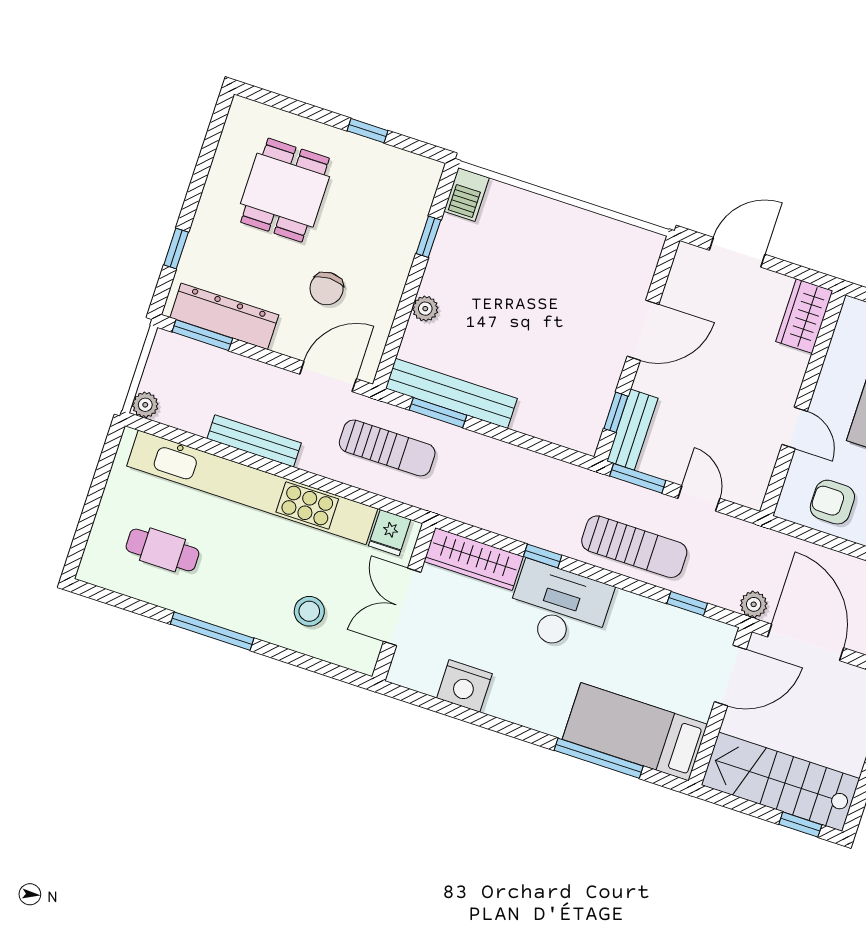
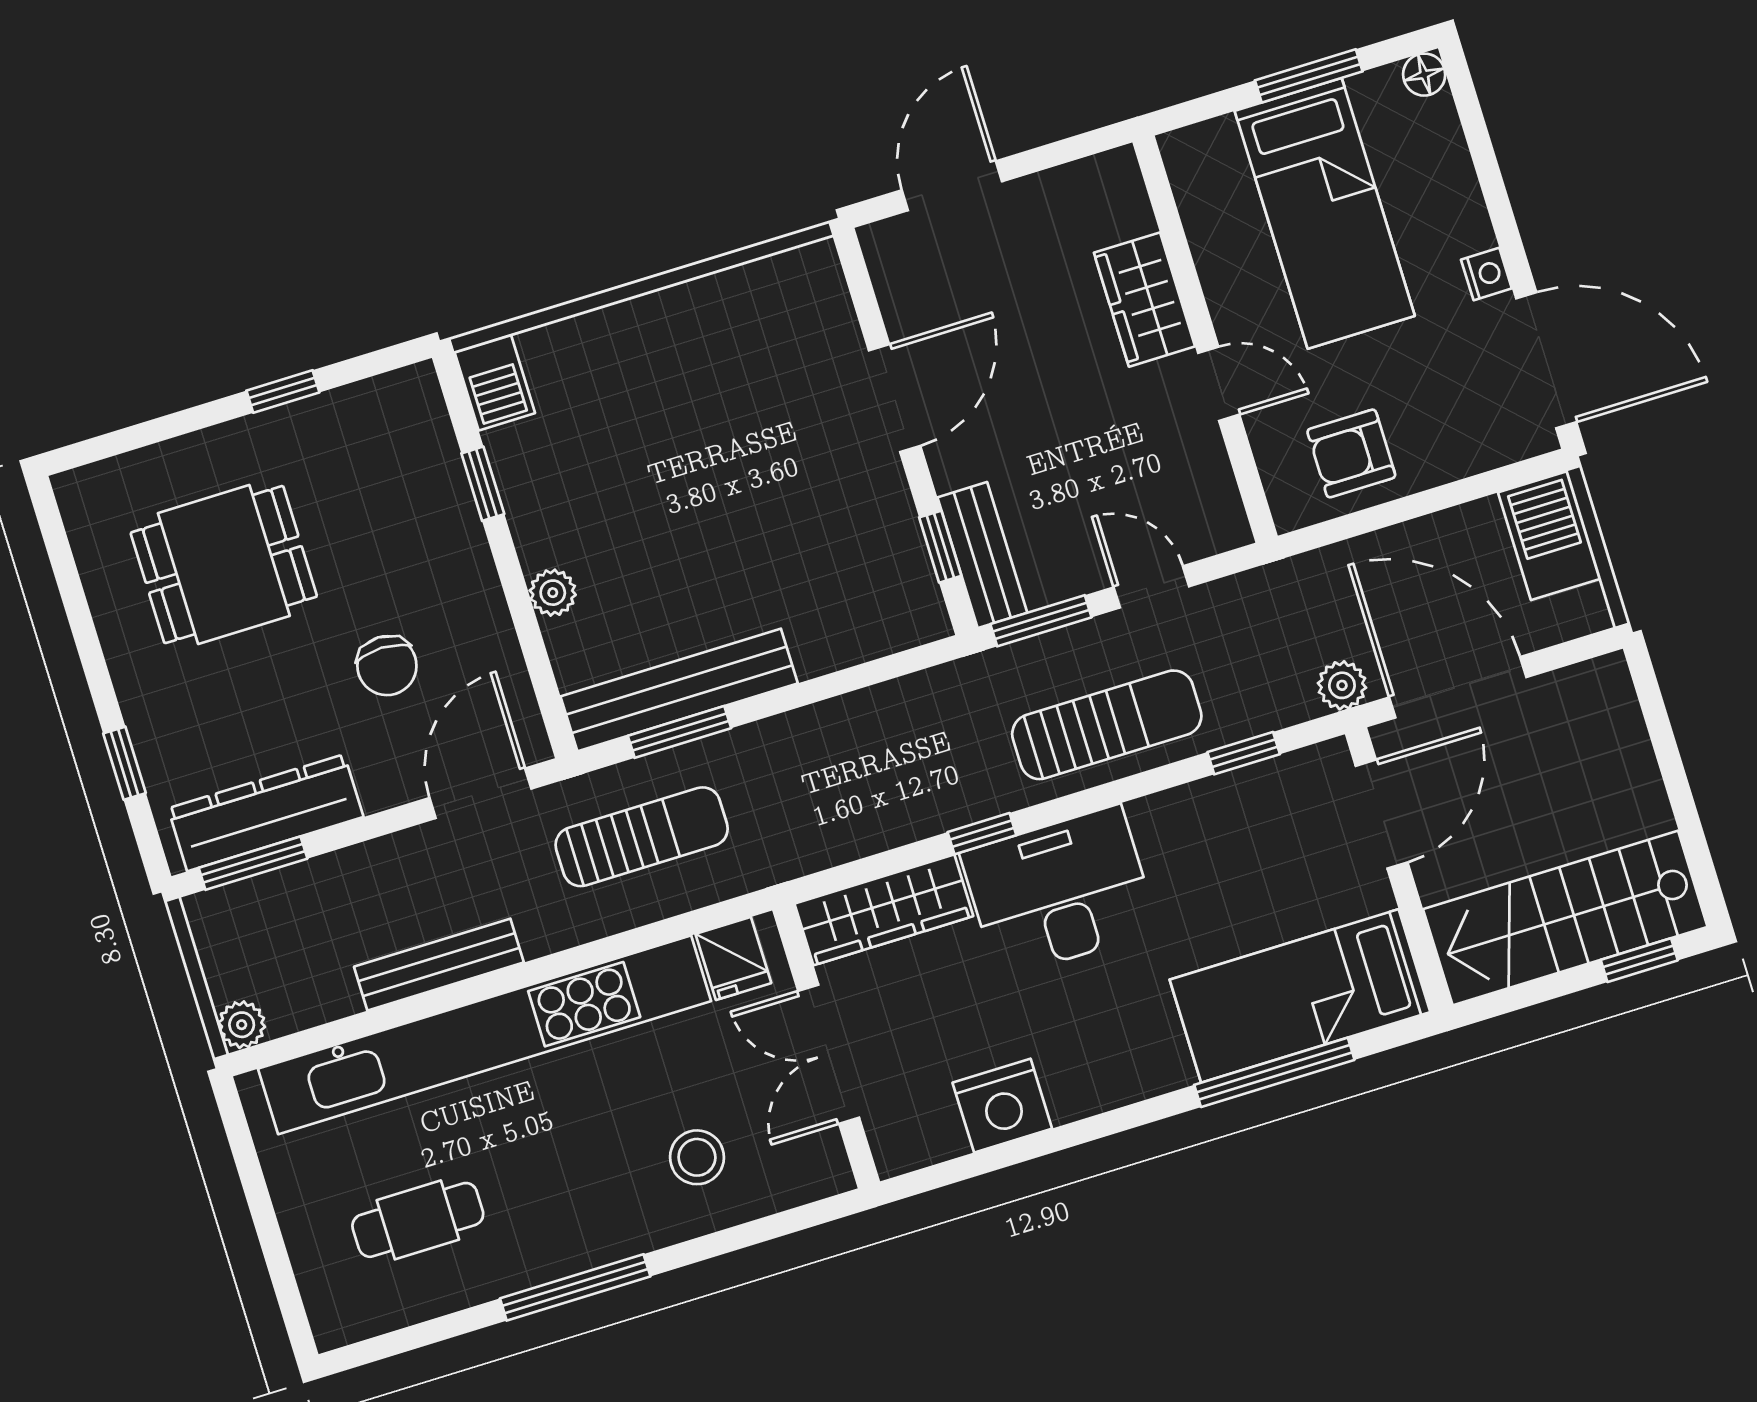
dining table: (285, 190) -> (224, 565), turned 90
wardrobe: (804, 316) -> (1144, 300), moved

